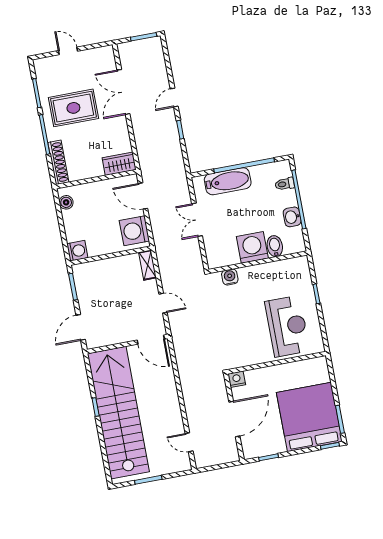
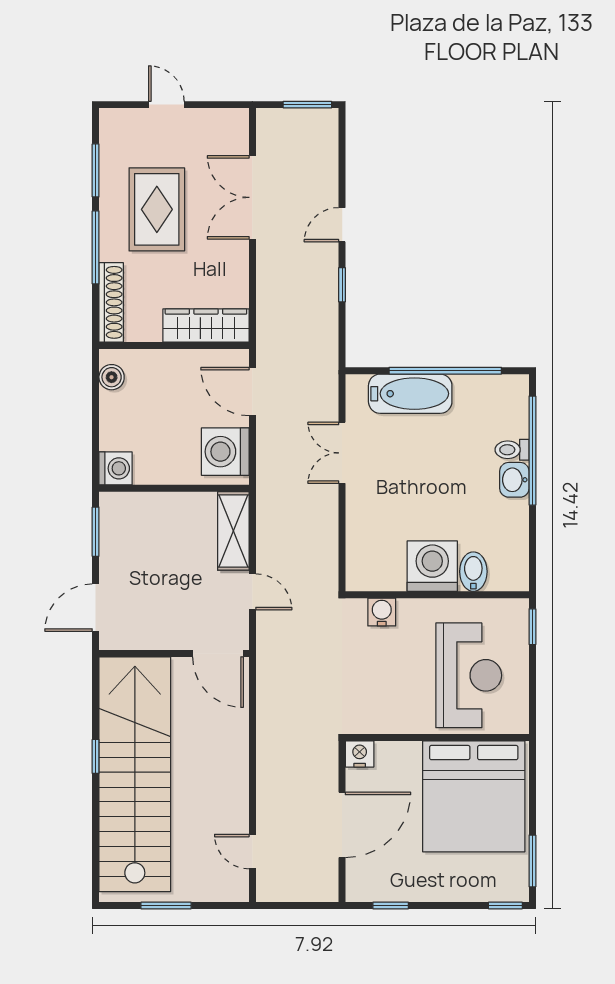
rug: (73, 108) -> (157, 209), turned 90
wardrobe: (119, 164) -> (206, 325), width x1.50
toilet: (285, 184) -> (512, 450), moved
bidet: (275, 246) -> (473, 572), moved
washing machine: (252, 247) -> (432, 566), moved
wall: (258, 262) -> (437, 595), moved
shelving: (147, 265) -> (233, 531), width x1.50, depth x1.33
water cooler: (230, 277) -> (382, 612), moved
bed: (309, 417) -> (474, 796), moved, turned 180

